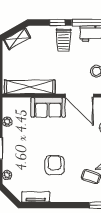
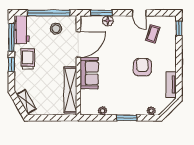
trolley: (64, 40) -> (28, 59), turned -90
armchair: (55, 165) -> (142, 67), turned 90

